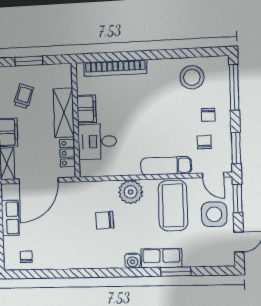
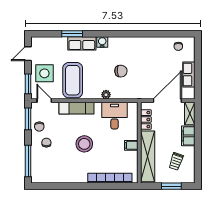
stool: (192, 77) -> (84, 144), moved
filing cabinet: (86, 109) -> (131, 145), width x0.50
shelving: (64, 113) -> (148, 156), width x1.47
desk: (97, 142) -> (115, 116), moved, turned -90
chair: (204, 142) -> (39, 127), moved
plant: (131, 192) -> (106, 95), width x0.53, depth x0.53

